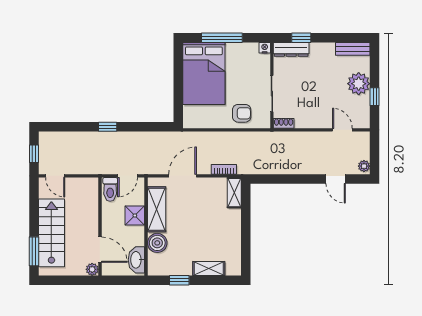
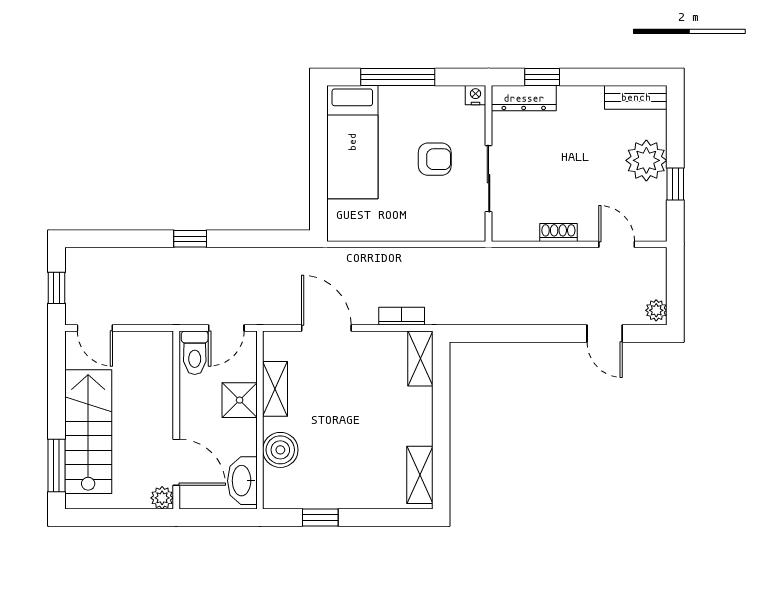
bed: (204, 74) -> (352, 142), width x0.67
armchair: (242, 113) -> (435, 159), moved
shoe rack: (284, 123) -> (558, 233), moved
door: (183, 176) -> (326, 328), hinge flipped
shelving: (157, 209) -> (275, 389), width x0.67, depth x0.75
shelving: (209, 268) -> (420, 475), moved, turned 90

